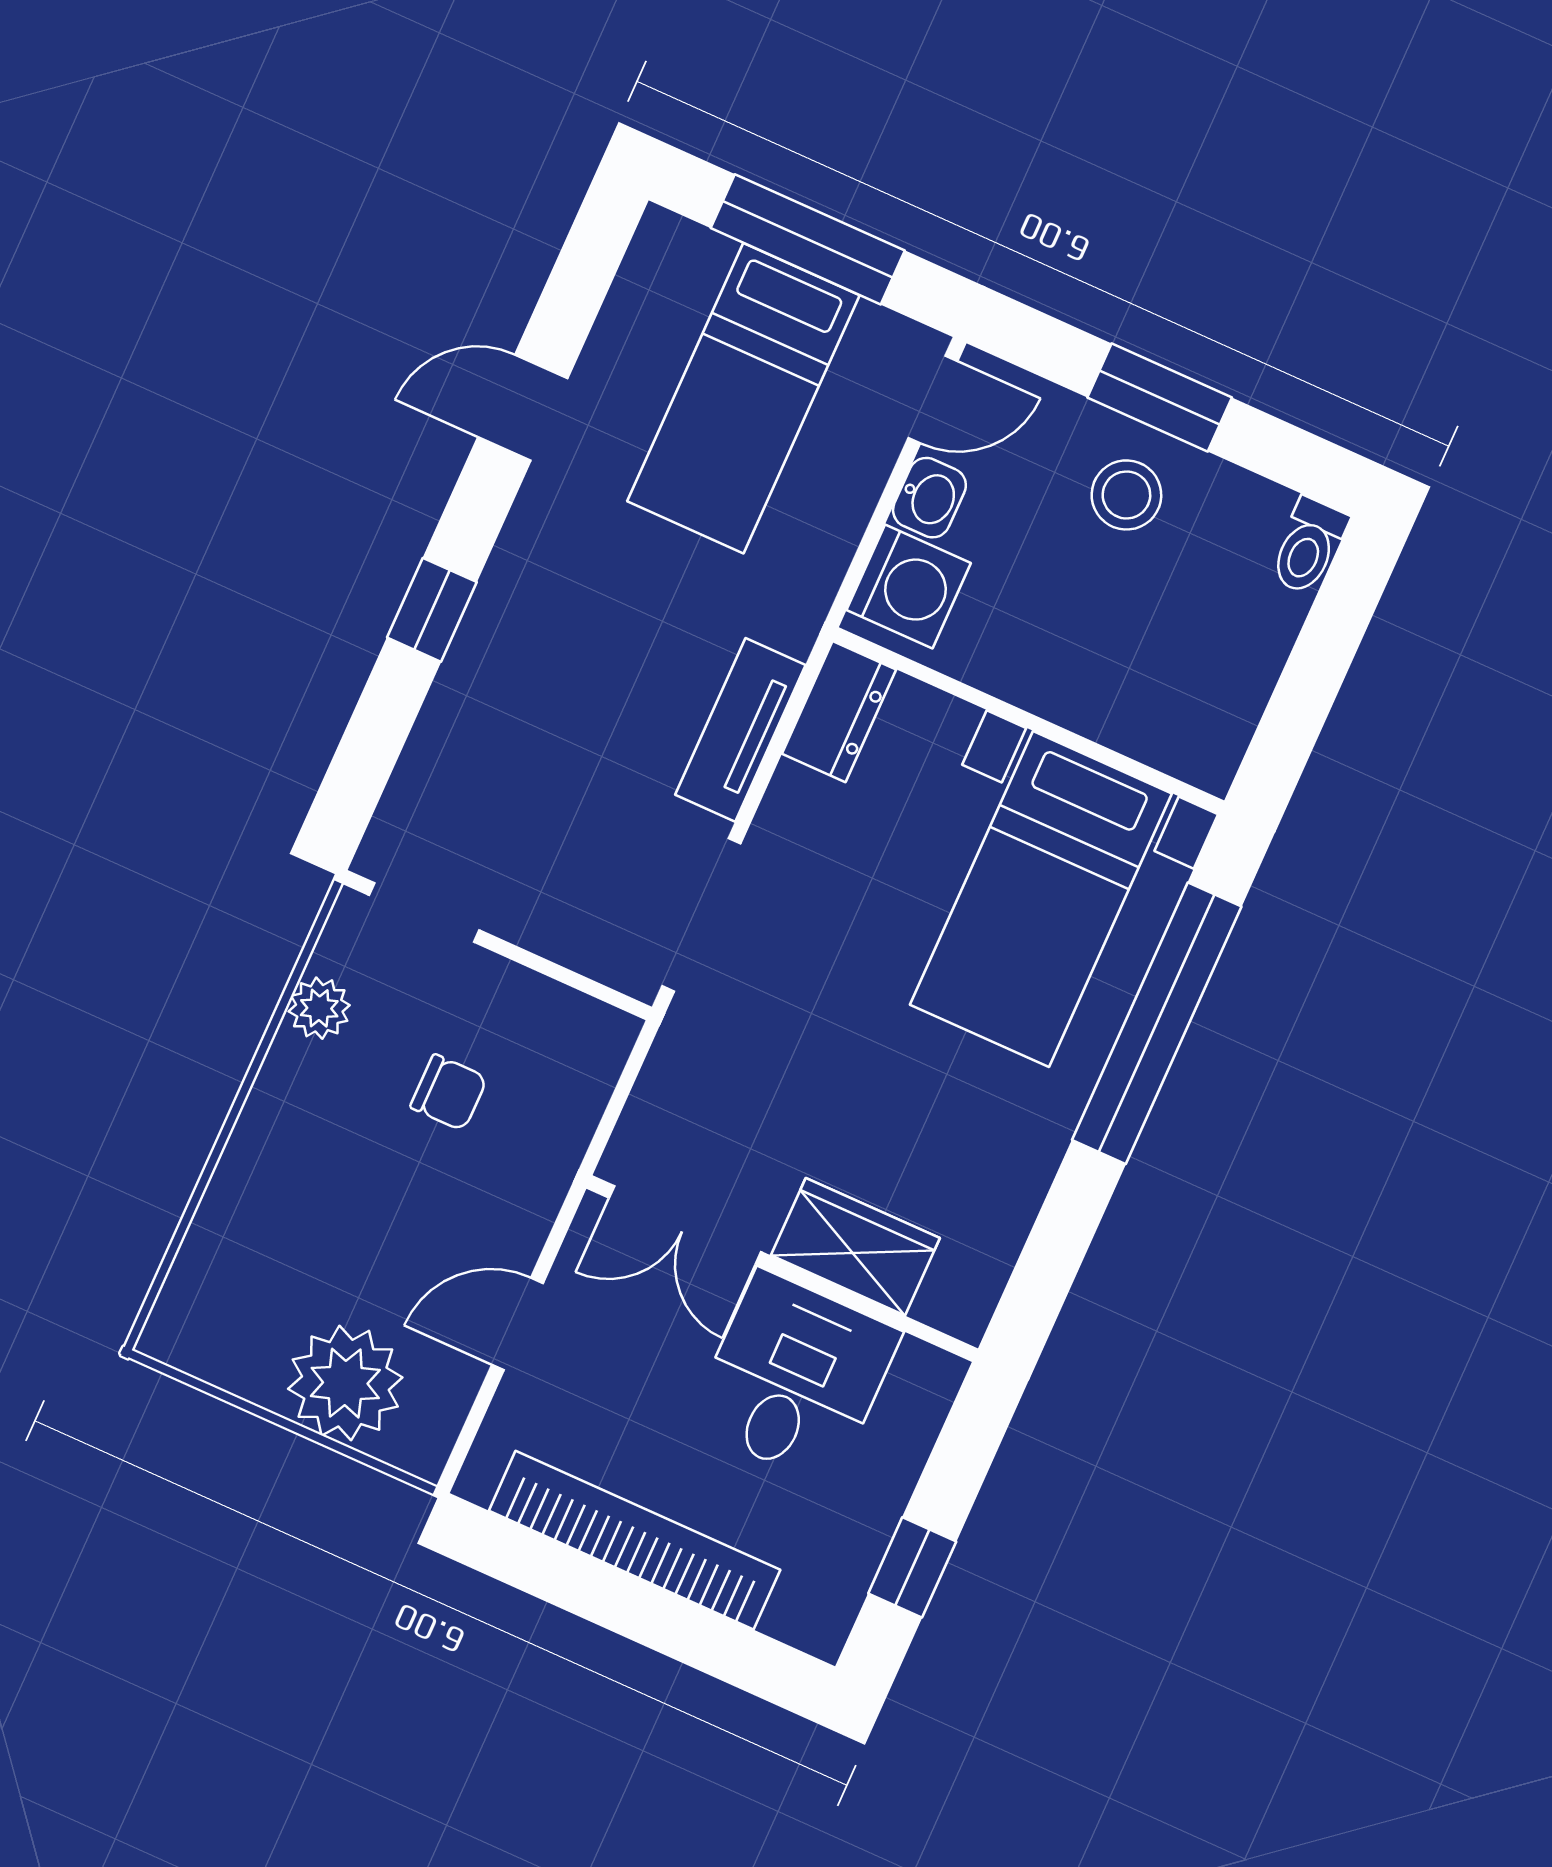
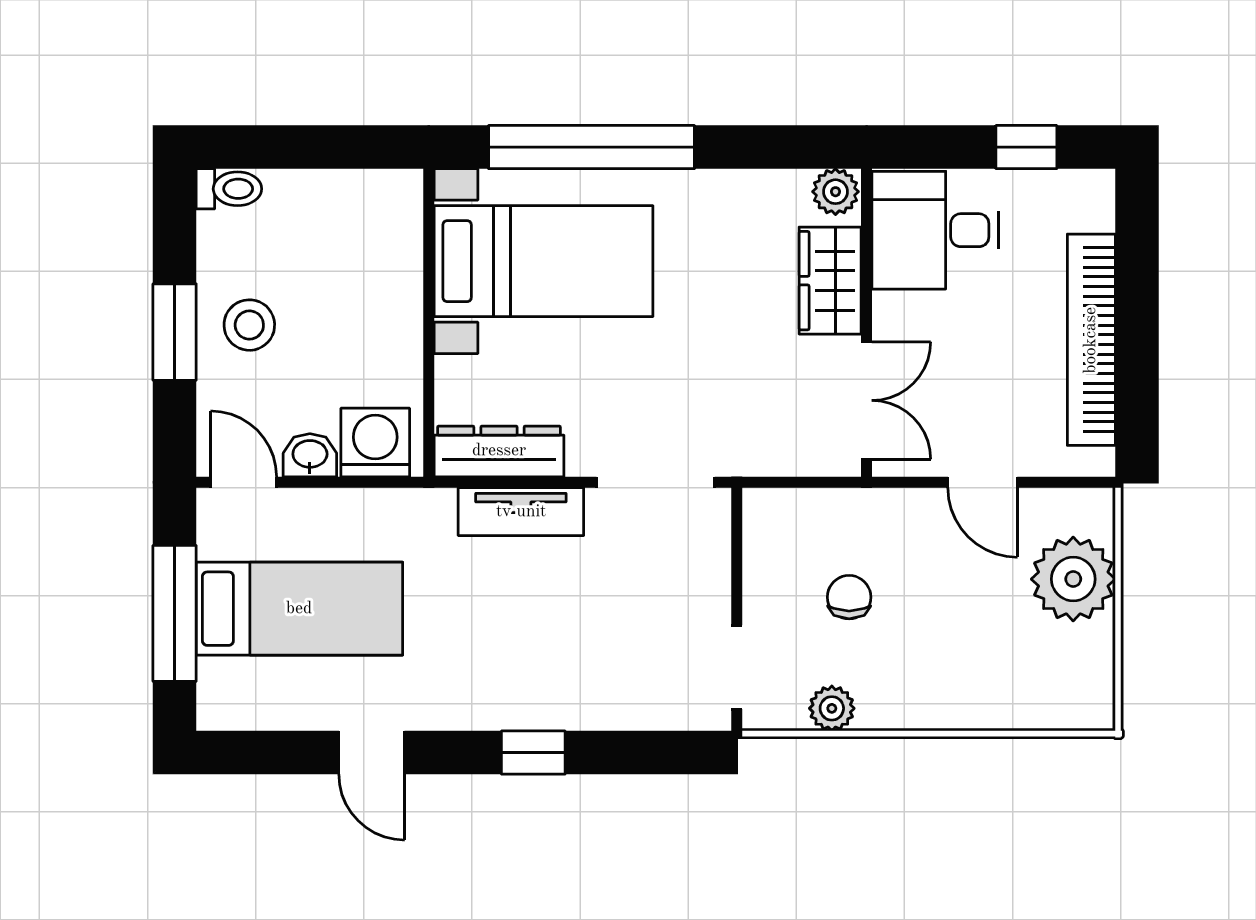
dresser: (839, 712) -> (499, 451), width x1.44
plant: (964, 1303) -> (835, 192), added
desk: (795, 1378) -> (935, 230), moved

